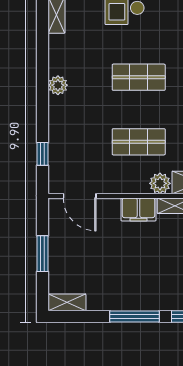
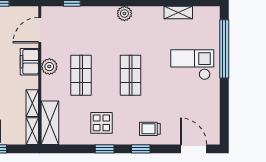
plant: (160, 183) -> (49, 67), moved
filing cabinet: (138, 209) -> (29, 62), moved

